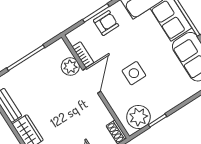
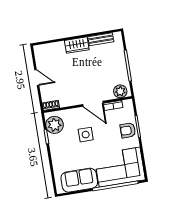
armchair: (106, 23) -> (128, 130), turned 90
plant: (70, 67) -> (120, 91), moved

